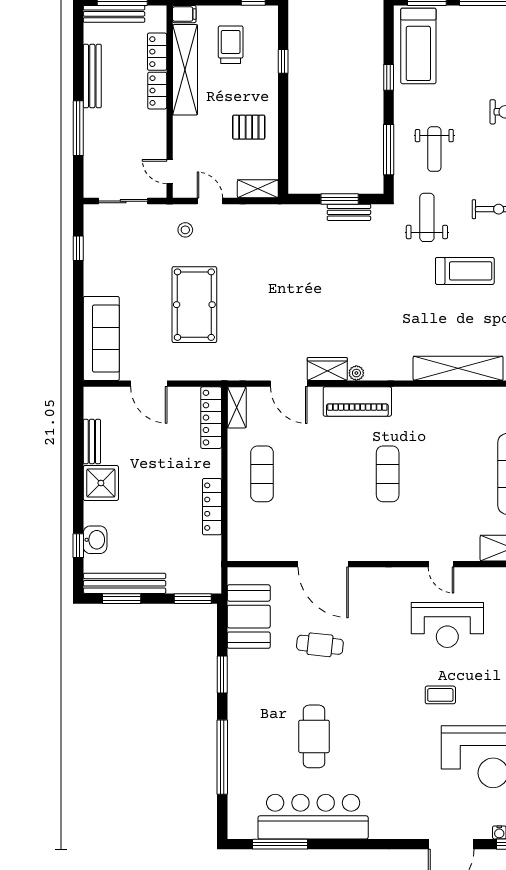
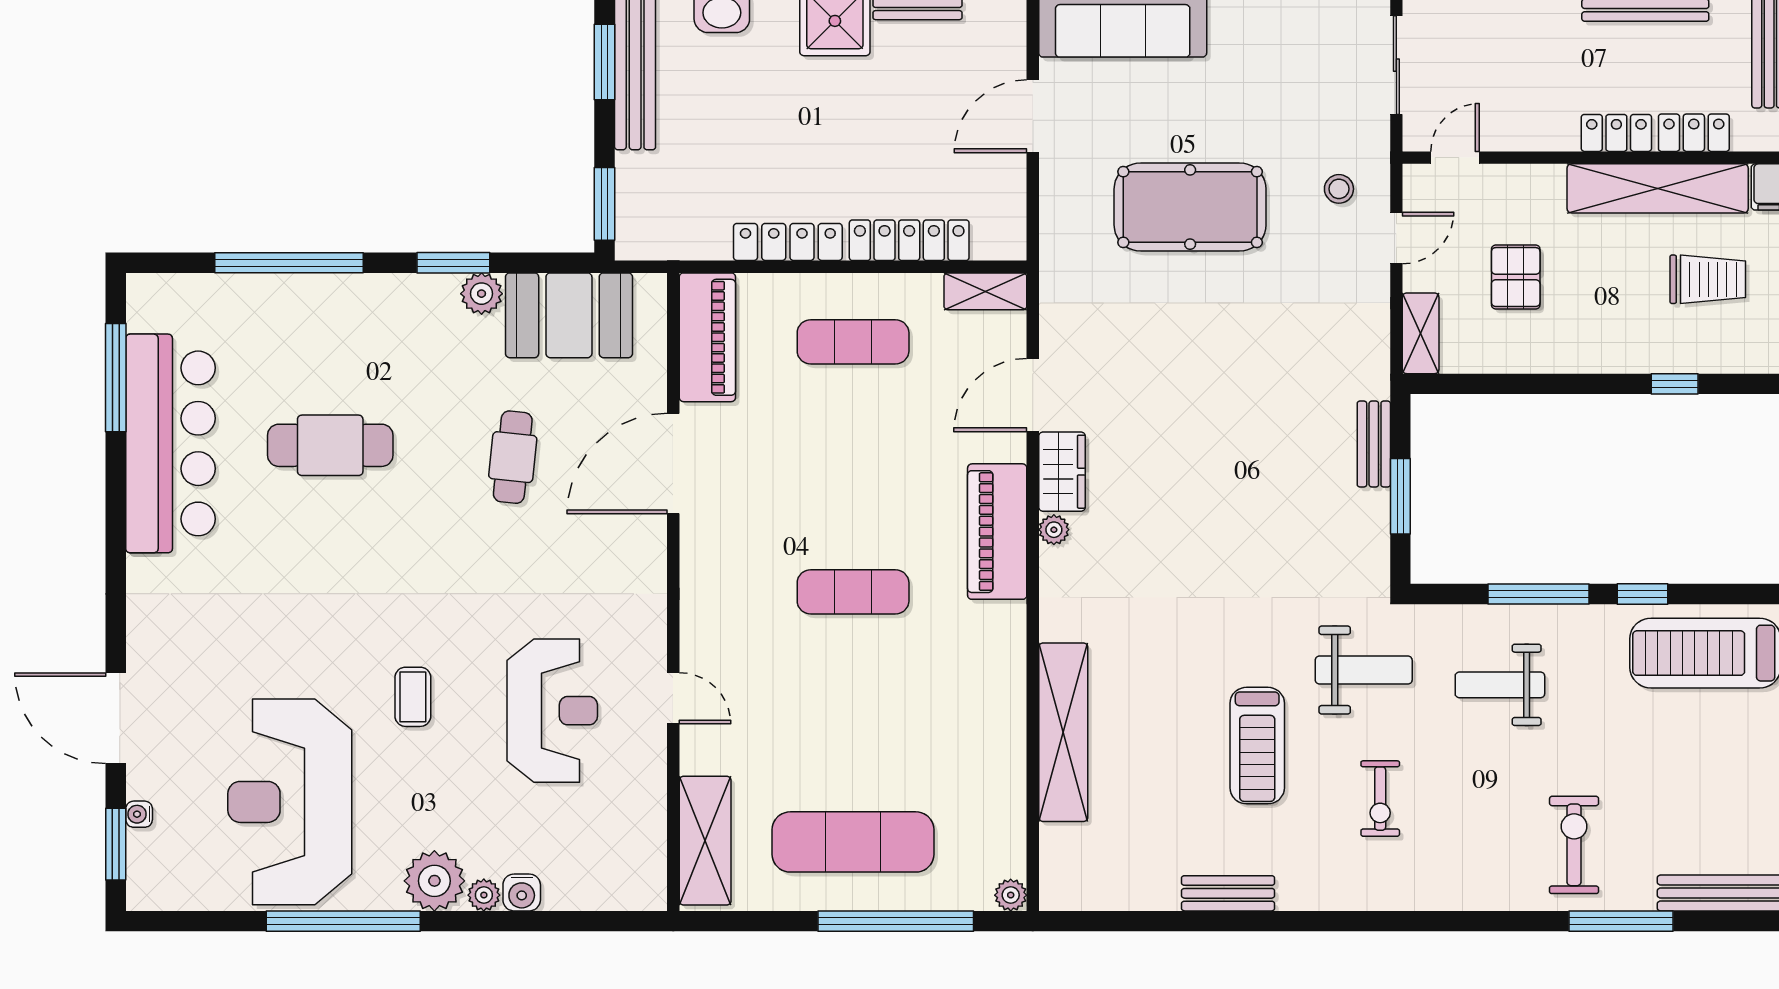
pallet: (249, 127) -> (1516, 277), moved
window: (389, 150) -> (1538, 594), moved
bench: (349, 212) -> (1374, 444), moved
locker: (211, 418) -> (909, 240), moved
piano: (260, 547) -> (707, 337), added
door: (441, 564) -> (673, 698), swing flipped
reception desk: (447, 625) -> (552, 711), turned 180
plant: (238, 660) -> (482, 294), added

